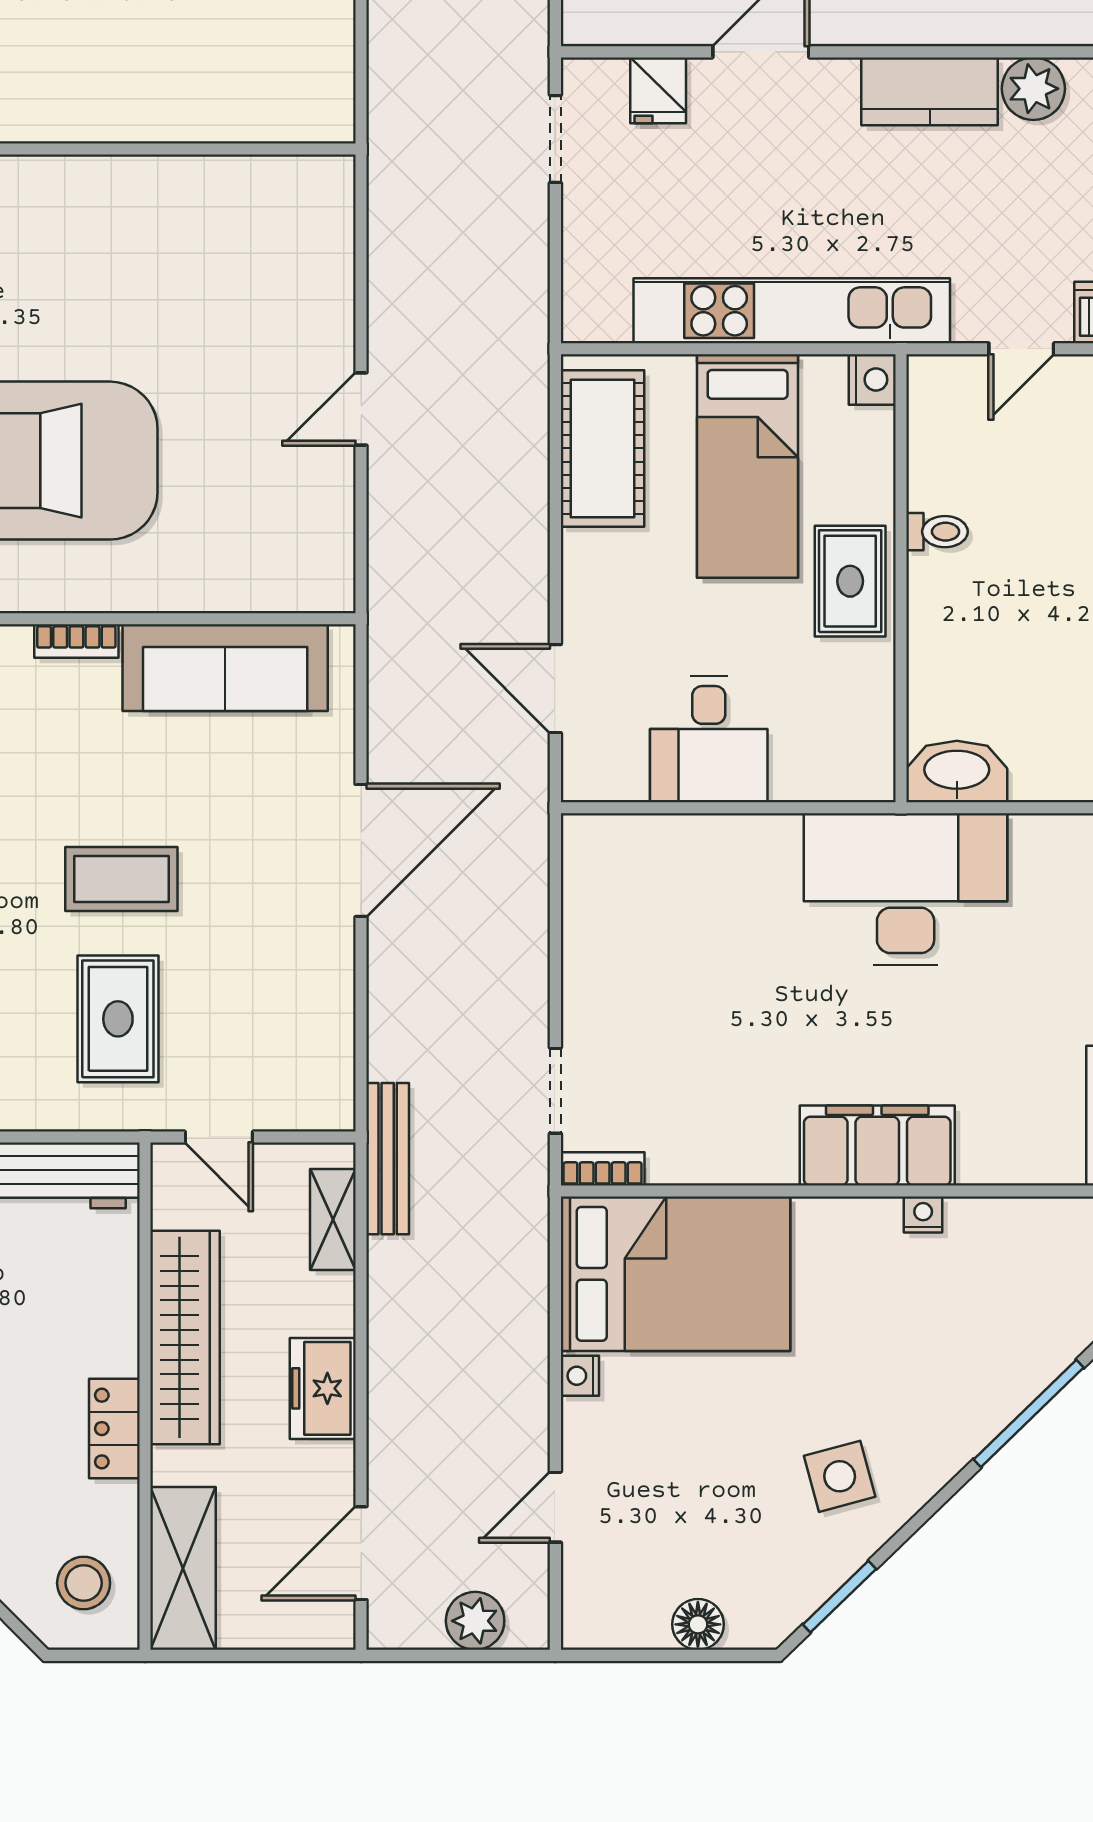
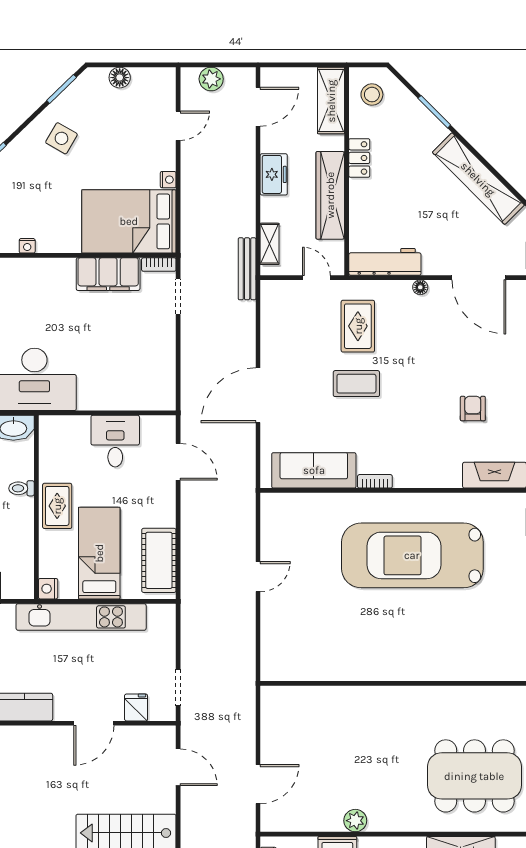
toilet: (937, 532) -> (22, 488), moved
filing cabinet: (877, 1146) -> (108, 274), moved
side table: (840, 1476) -> (61, 138), turned 45

